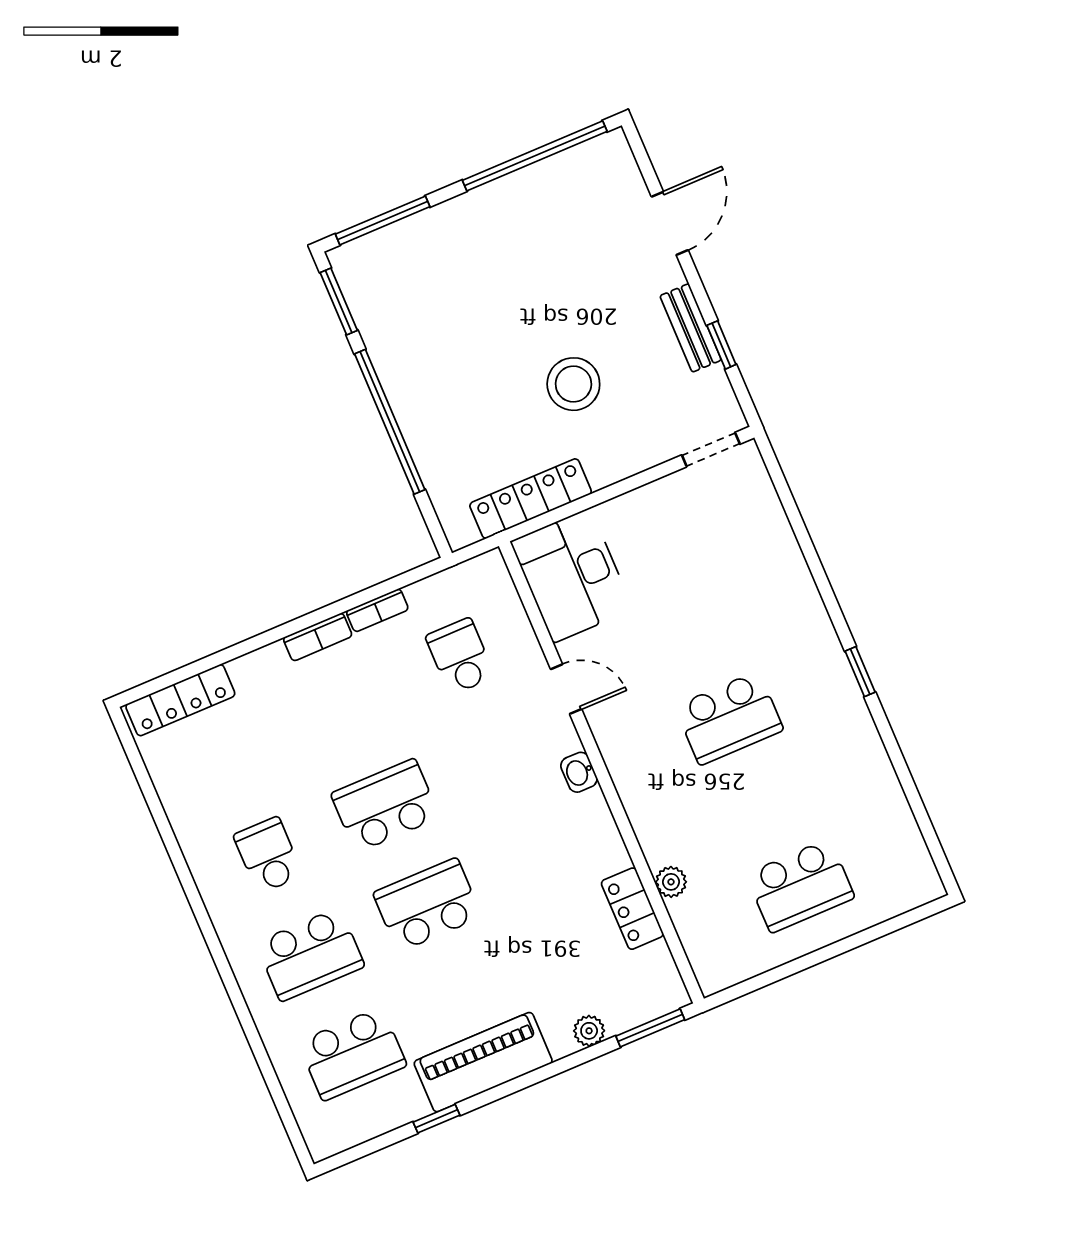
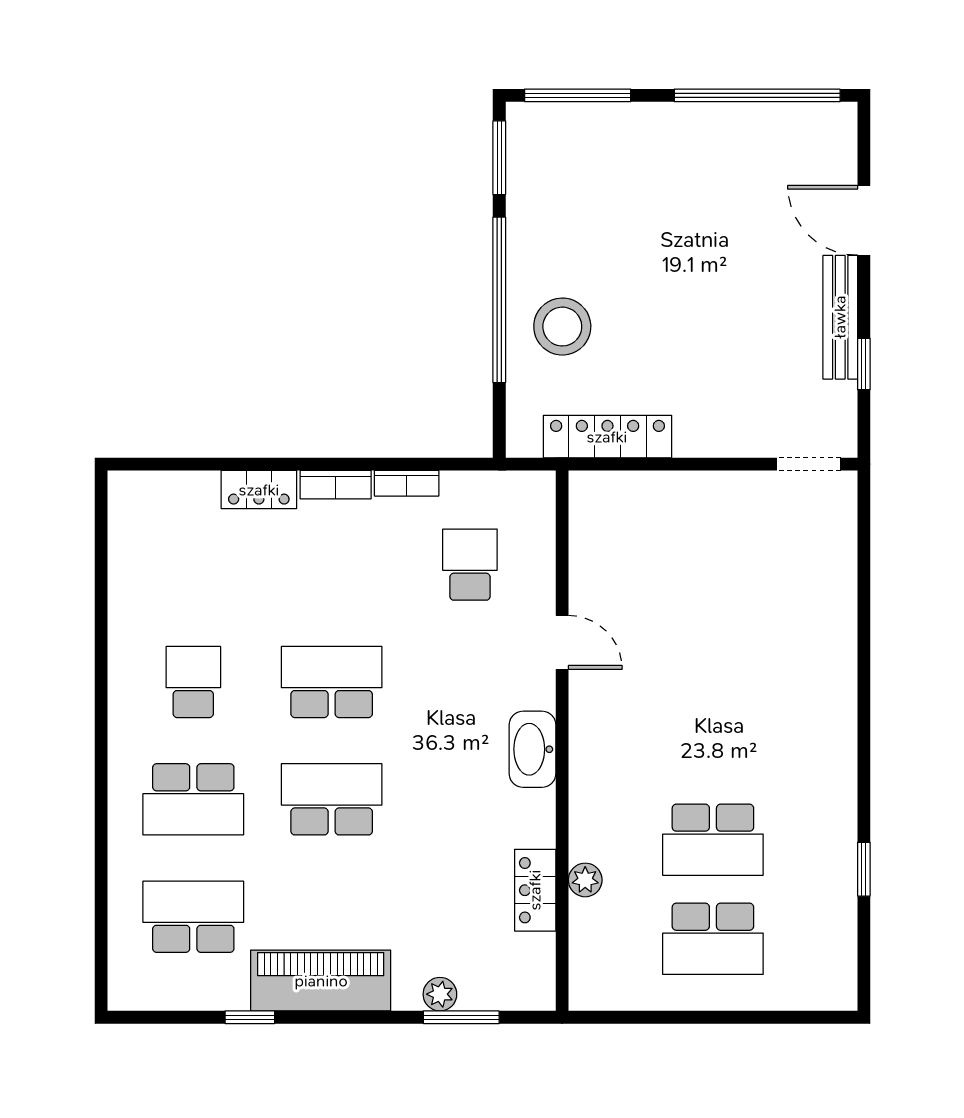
door: (670, 223) -> (864, 220), swing flipped
bench: (691, 328) -> (840, 317), width x1.36
stool: (573, 384) -> (562, 327), moved
desk: (572, 575) -> (616, 531), removed
window: (860, 672) -> (864, 869), moved
locker: (180, 700) -> (259, 490), moved, width x0.66
school desk: (729, 718) -> (713, 840), moved
washbasin: (579, 772) -> (532, 749), width x1.91, depth x1.45
window: (650, 1028) -> (461, 1017), moved
school desk: (352, 1054) -> (193, 917), turned 180

